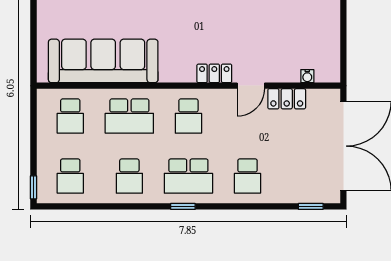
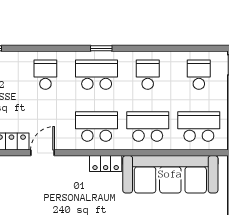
locker: (214, 73) -> (106, 164), moved
school desk: (70, 116) -> (199, 127), width x1.85
school desk: (188, 116) -> (97, 127), width x1.85

